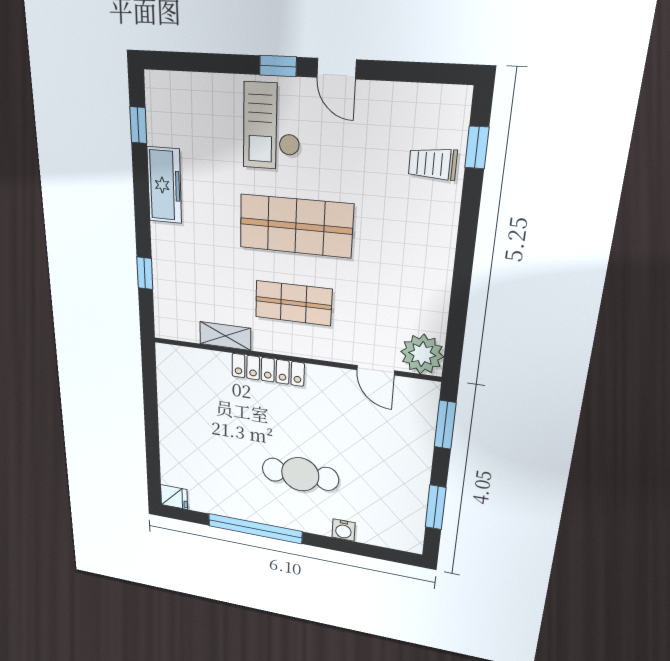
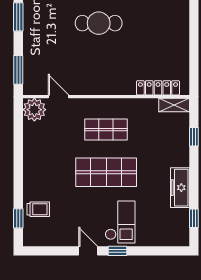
shelving: (225, 336) -> (174, 105), moved
locker: (268, 370) -> (158, 88), moved

